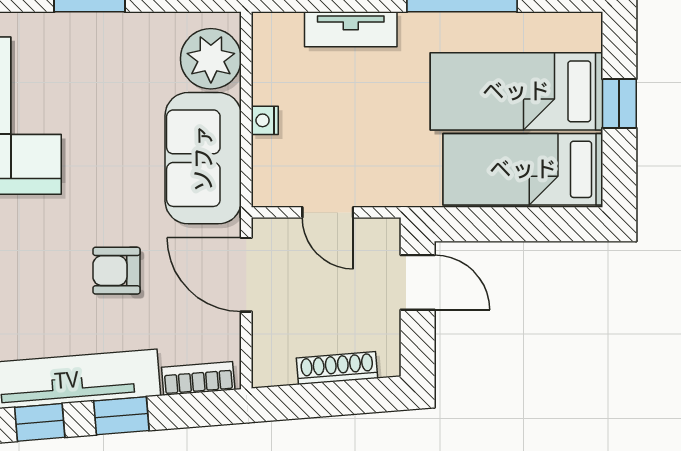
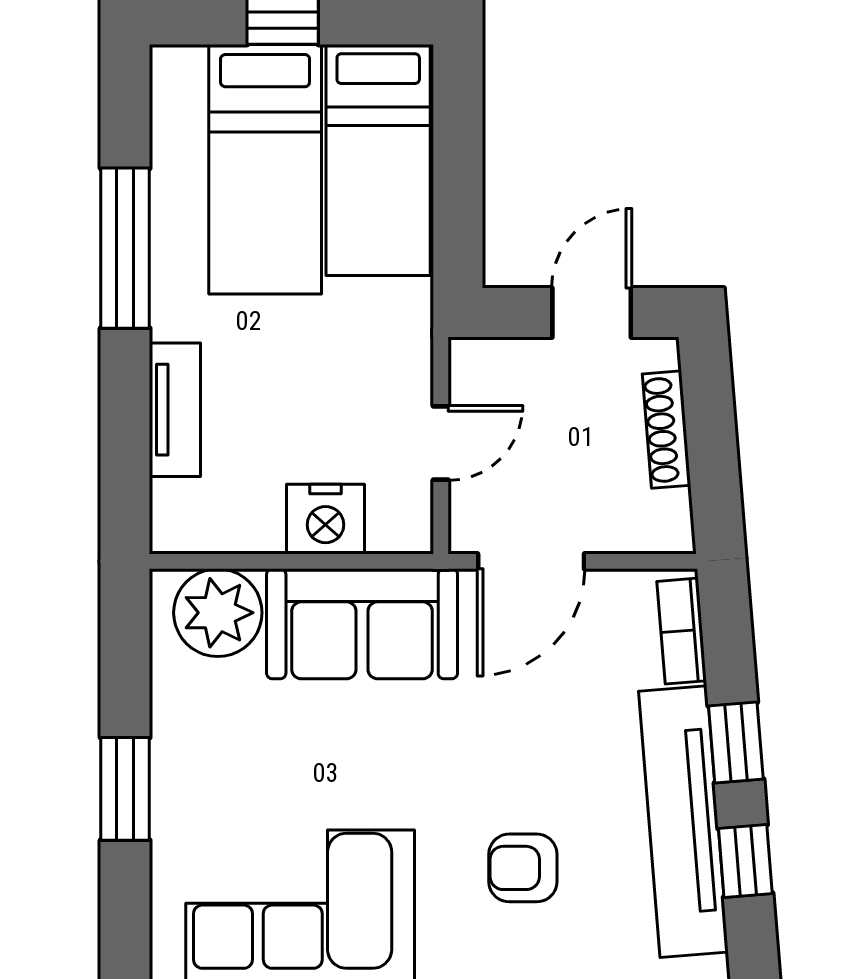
nightstand: (265, 120) -> (326, 519), width x1.89, depth x1.79
armchair: (117, 271) -> (523, 868), moved, turned 90
door: (418, 282) -> (592, 313), moved

